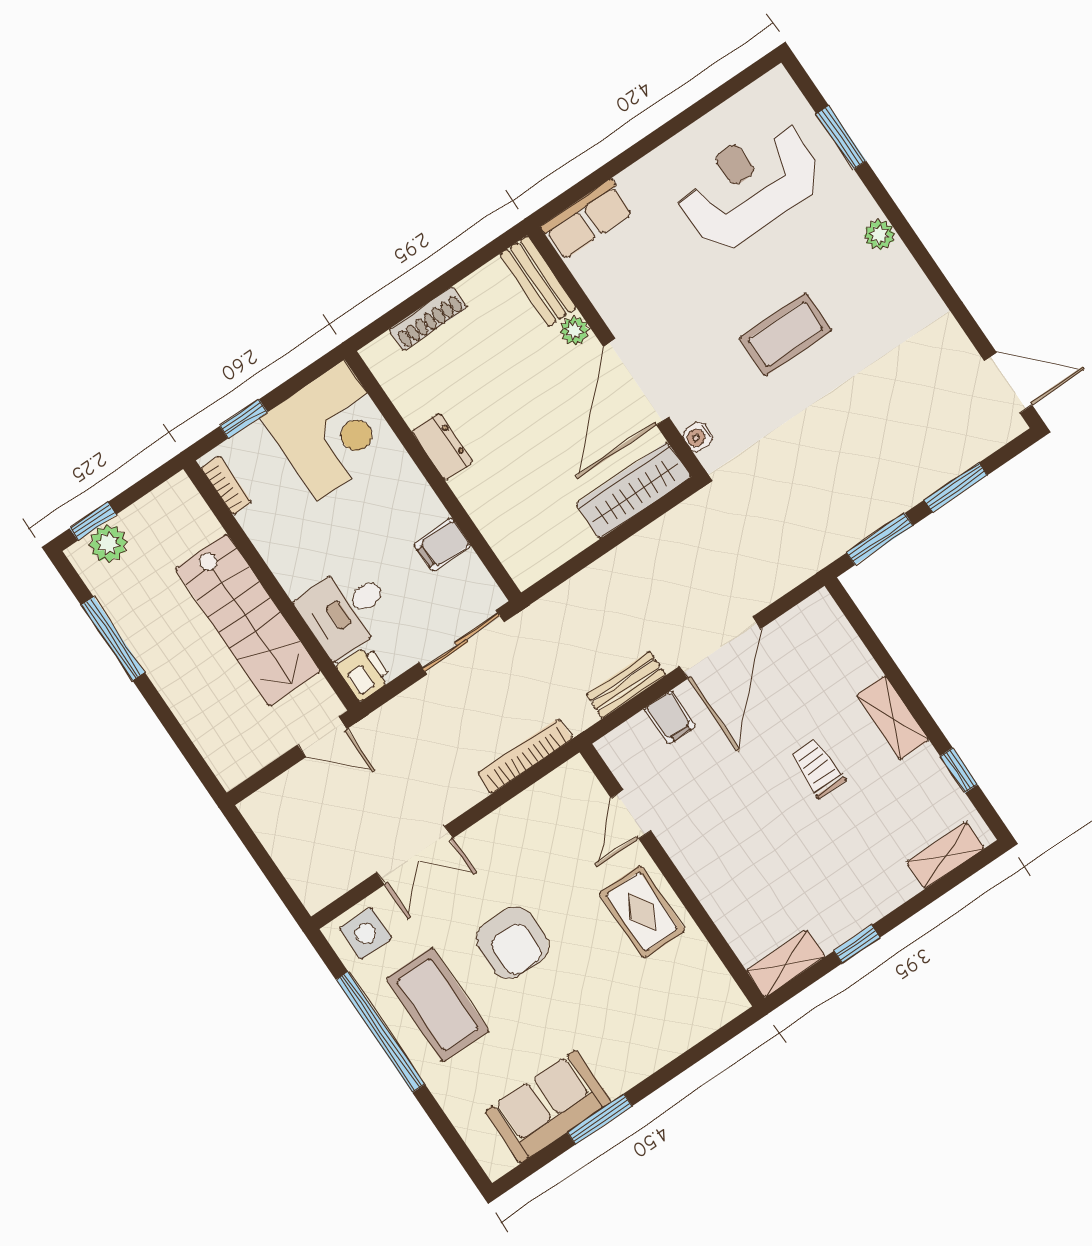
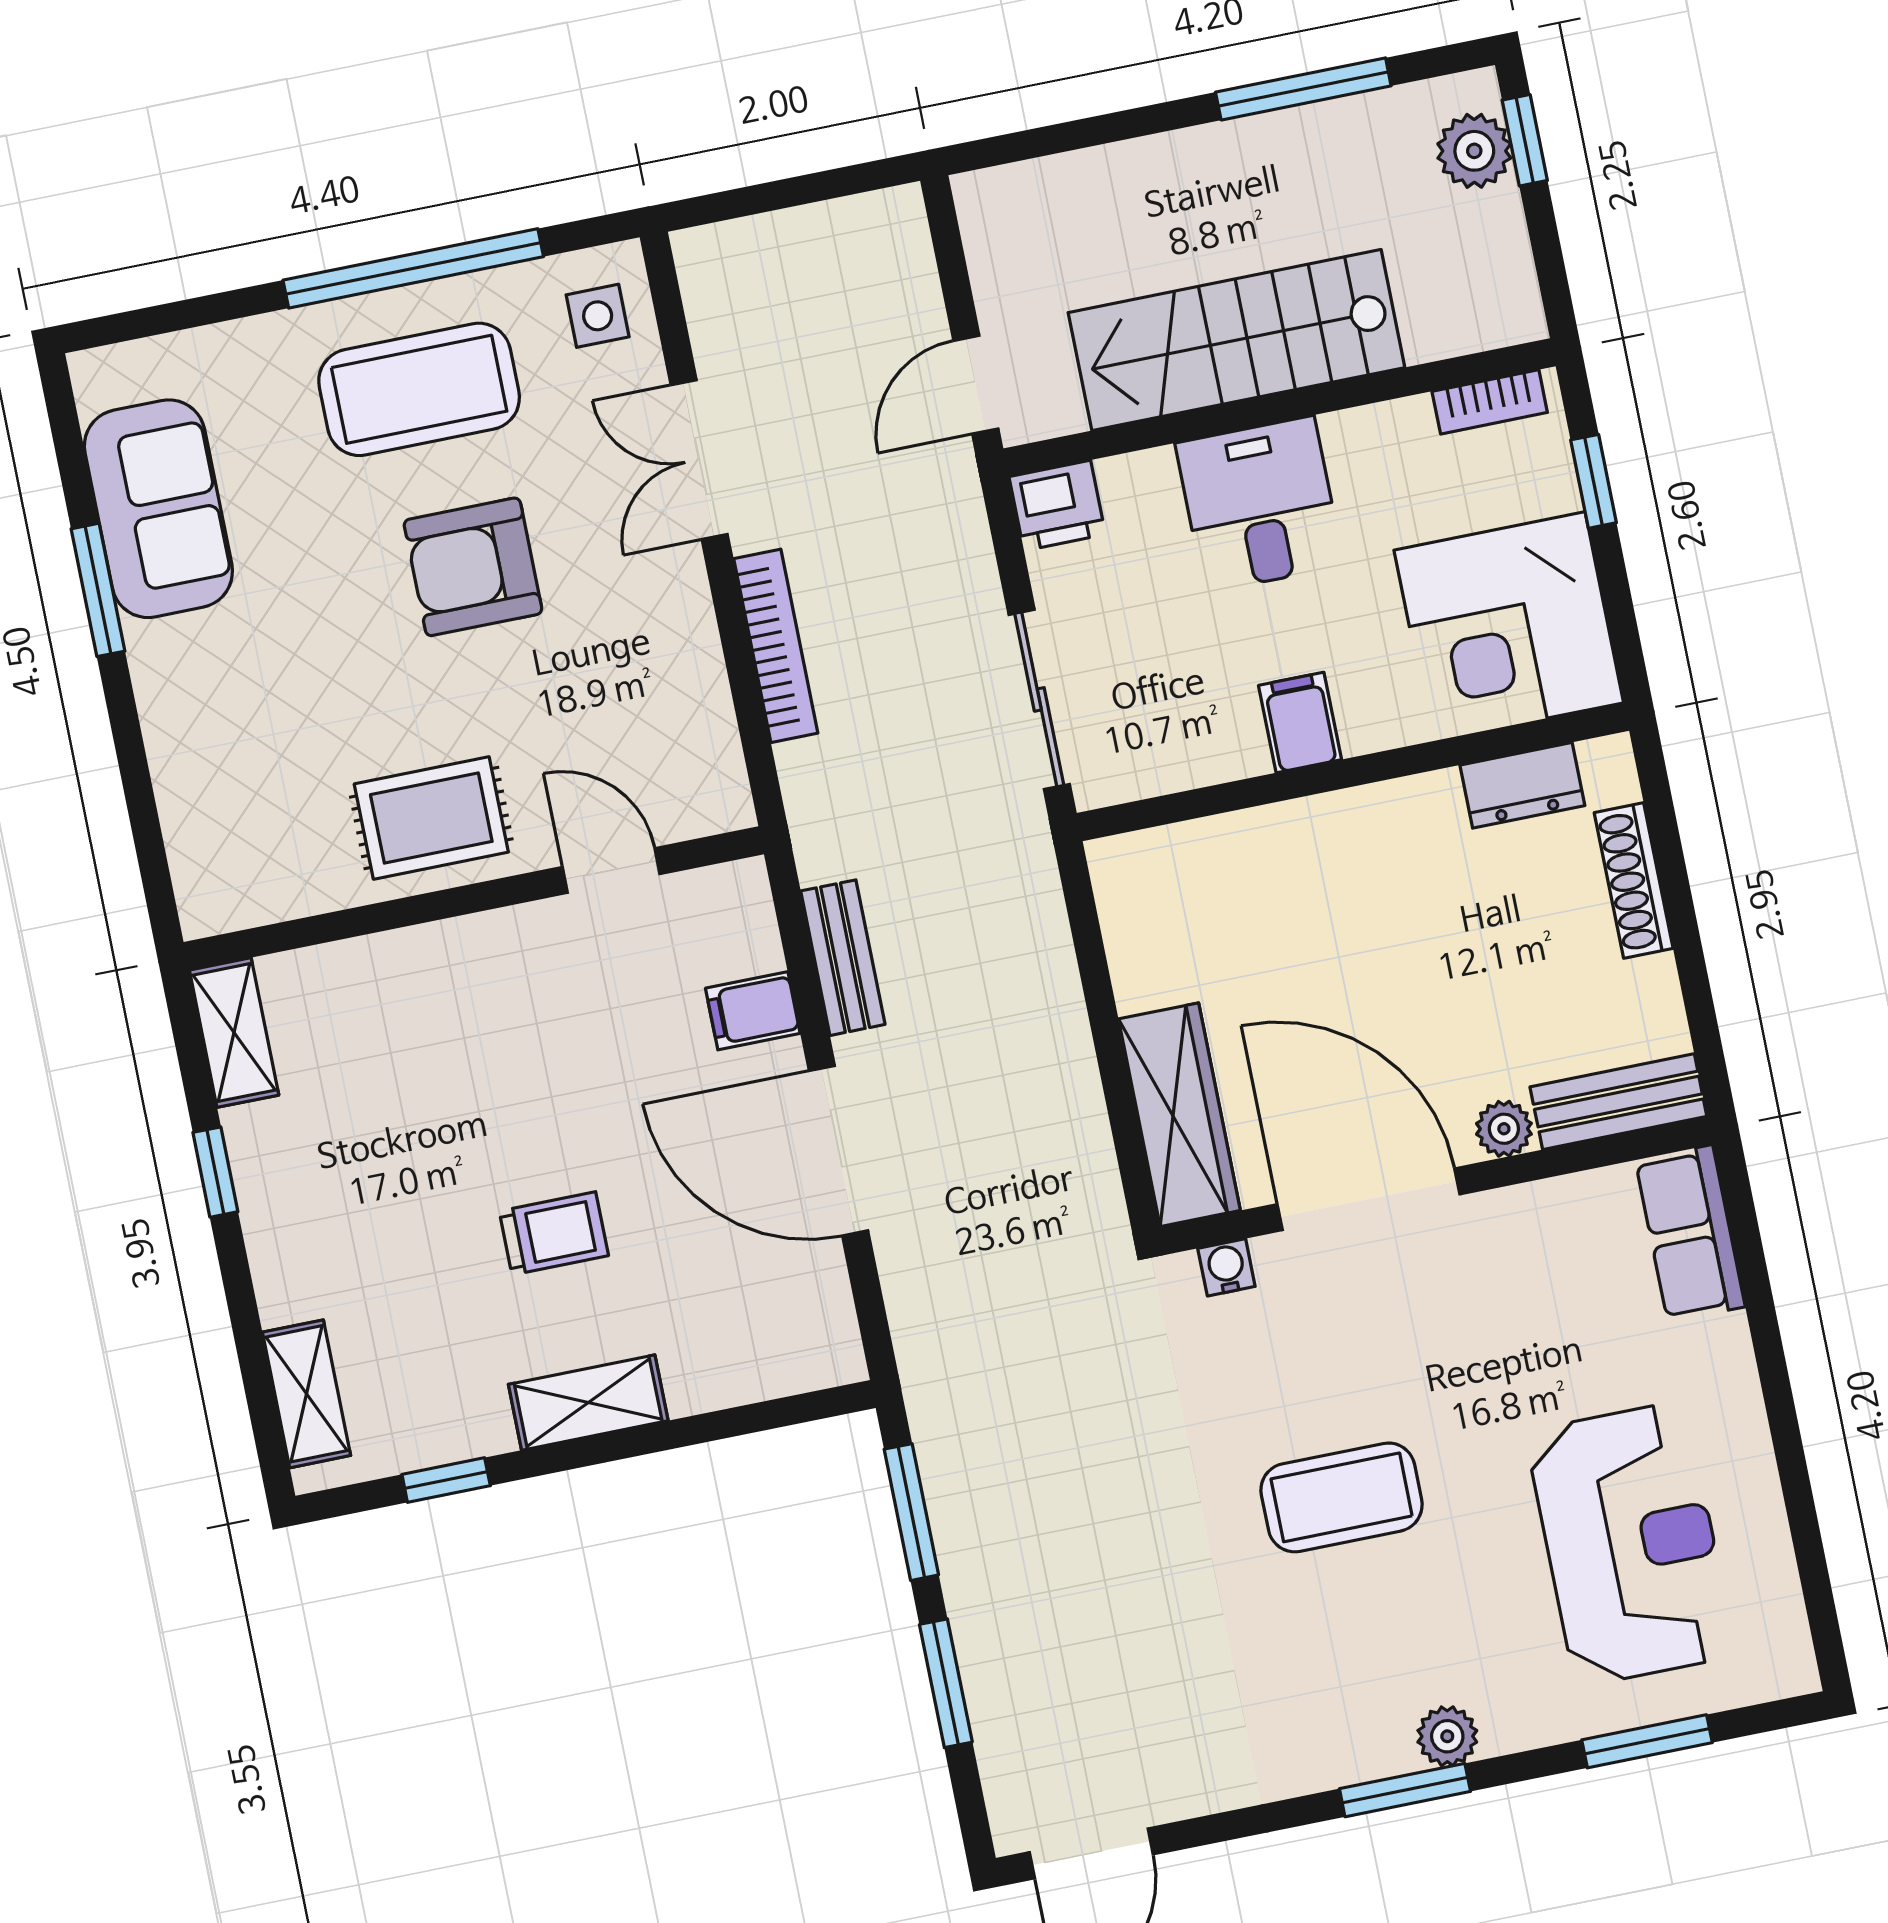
window: (914, 244) -> (1405, 1790), added
coffee table: (785, 334) -> (1342, 1497), turned 90
dresser: (442, 447) -> (1522, 785), moved
filing cabinet: (442, 545) -> (1300, 723), moved
desk: (346, 610) -> (1260, 504), moved
bookcase: (525, 756) -> (776, 646), moved
side table: (366, 933) -> (598, 316), width x0.73, depth x0.73

